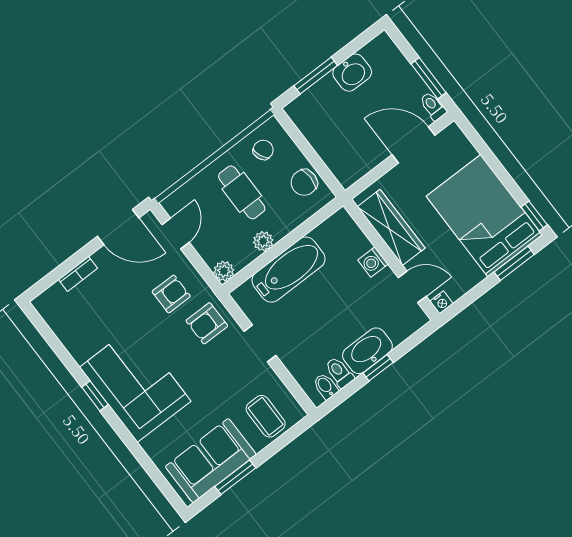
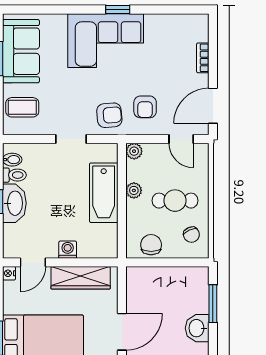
armchair: (207, 323) -> (109, 115), turned 85

